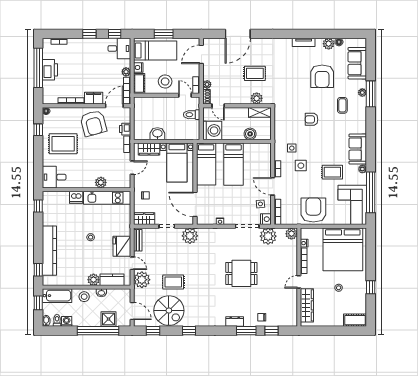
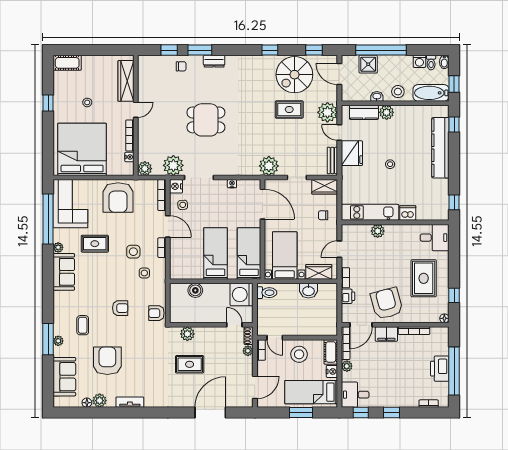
shelving: (260, 112) -> (183, 317), removed
toilet: (192, 115) -> (267, 293), moved
armchair: (282, 115) -> (156, 313), added
rug: (63, 144) -> (424, 278), turned 90
spiral stairs: (169, 311) -> (294, 75), turned -90

